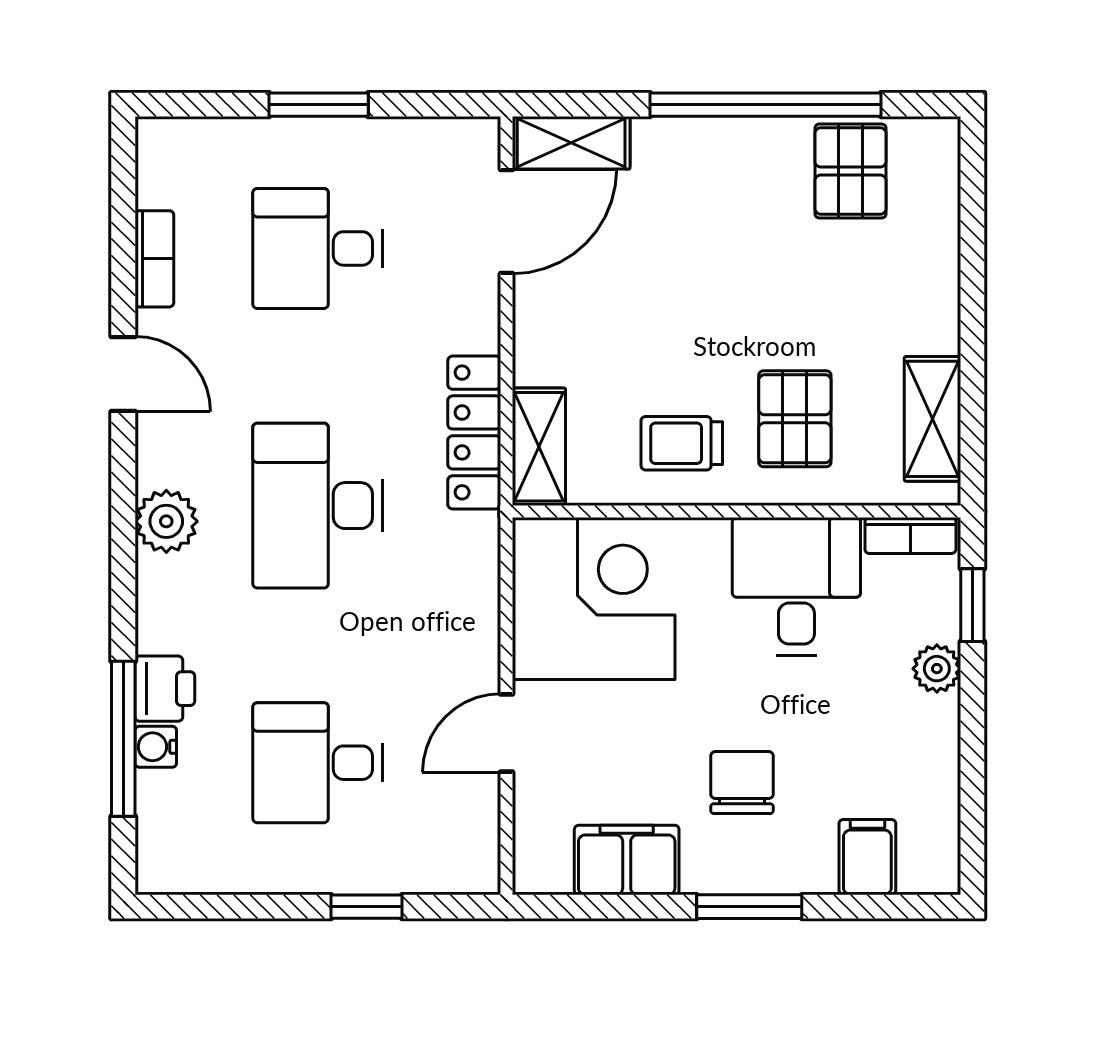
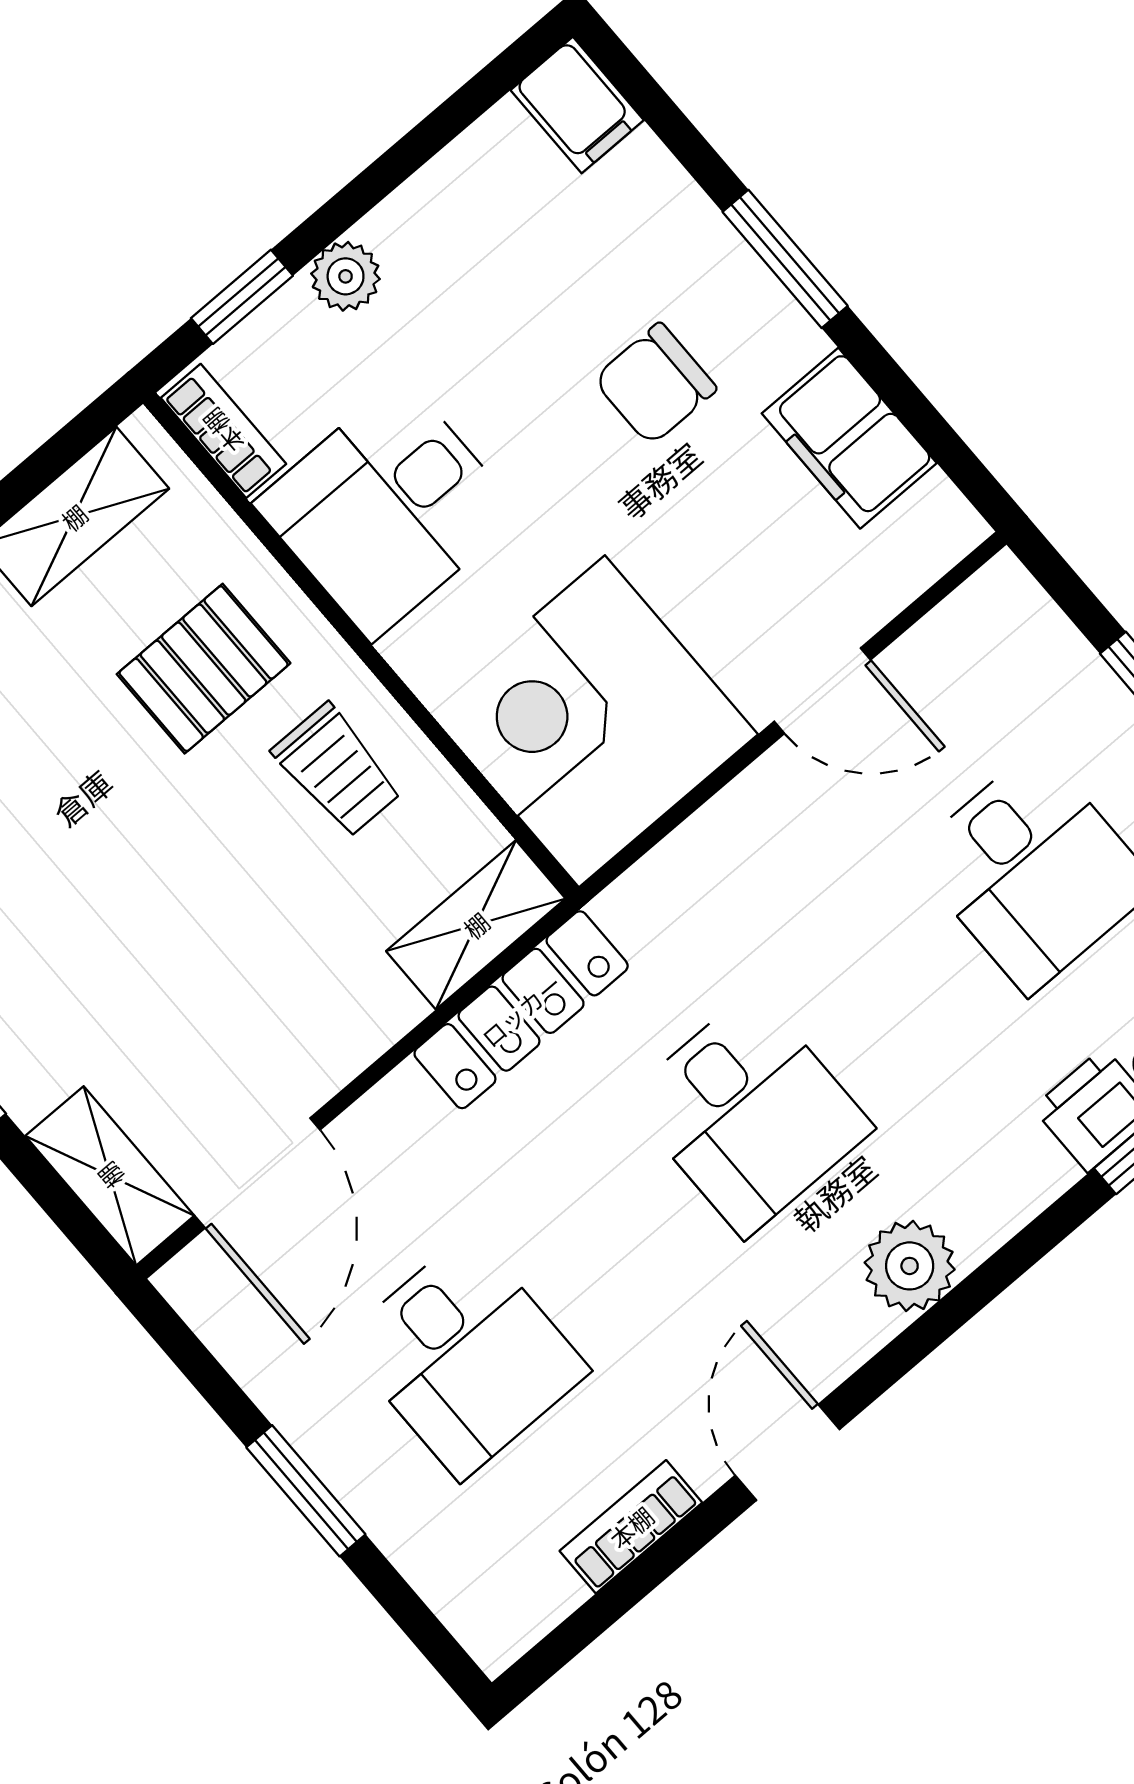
door: (507, 221) -> (258, 1173), swing flipped
desk: (318, 506) -> (749, 1113), width x0.73
filing cabinet: (867, 857) -> (577, 105), moved, turned -90

